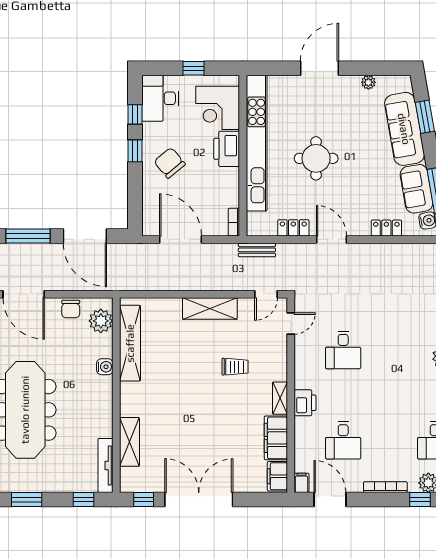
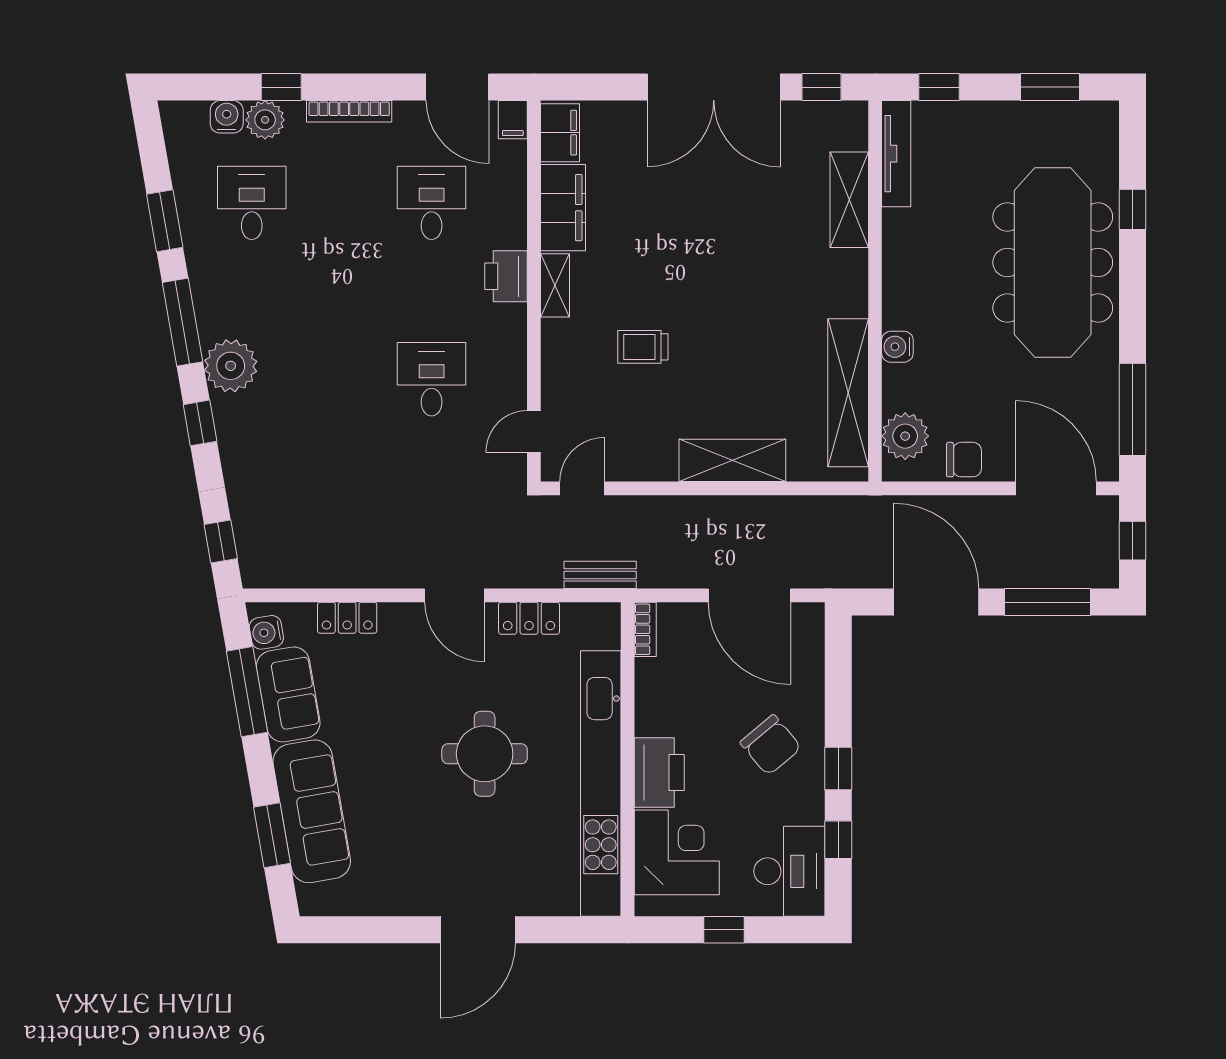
plant: (368, 82) -> (382, 903), removed
chair: (71, 309) -> (964, 460), turned 90
shelving: (210, 309) -> (732, 460), moved

